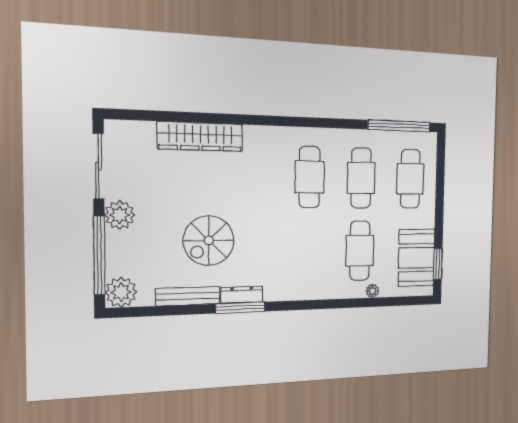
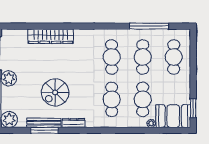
window: (399, 126) -> (149, 26), moved
cafe table: (309, 251) -> (112, 99), added
booth: (416, 258) -> (173, 116), moved, turned 90
window: (240, 308) -> (44, 130), moved

